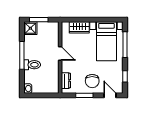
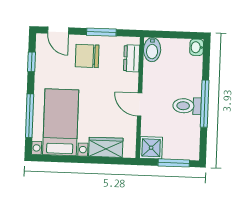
shower: (30, 28) -> (151, 148), moved
toilet: (32, 65) -> (187, 106), moved
chair: (92, 81) -> (87, 56), turned -90
bidet: (54, 86) -> (152, 50), added

